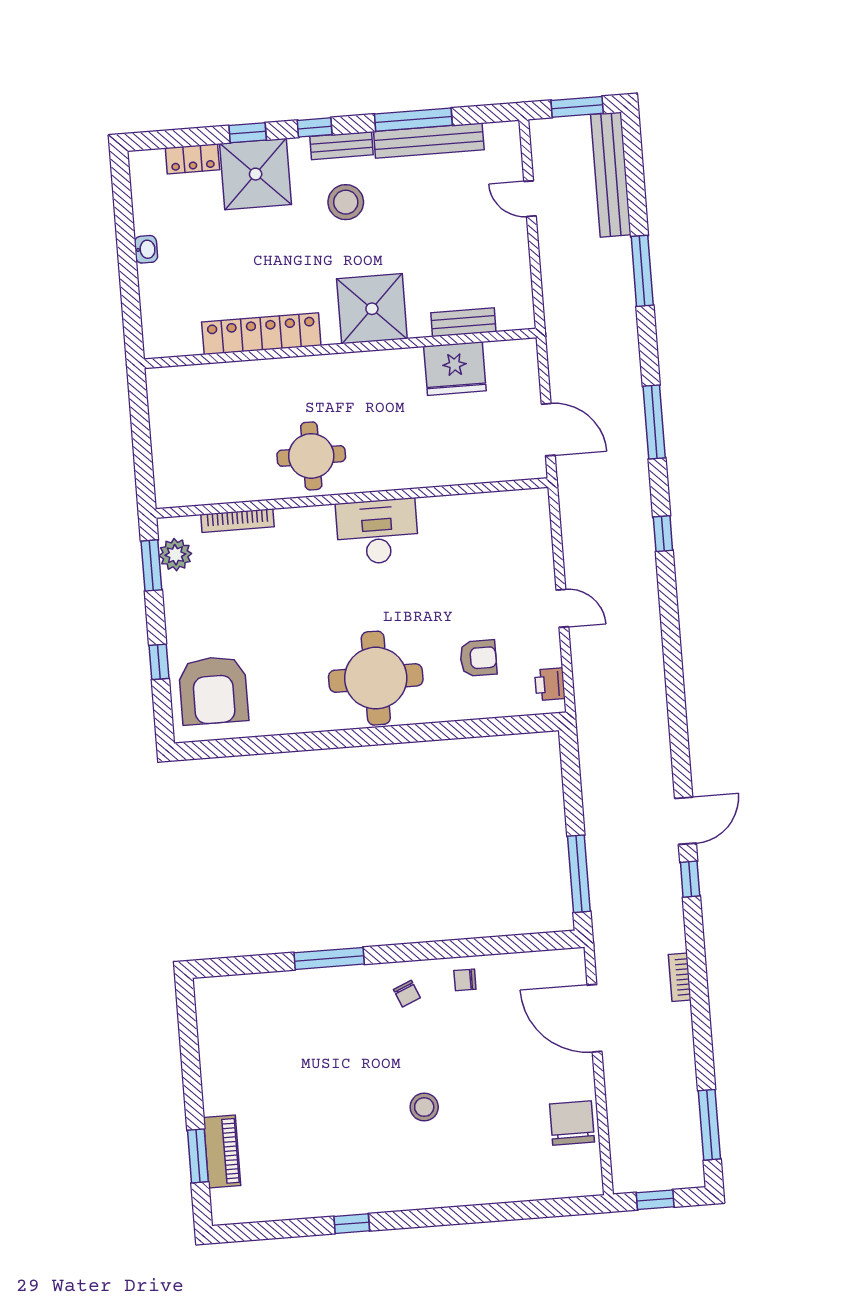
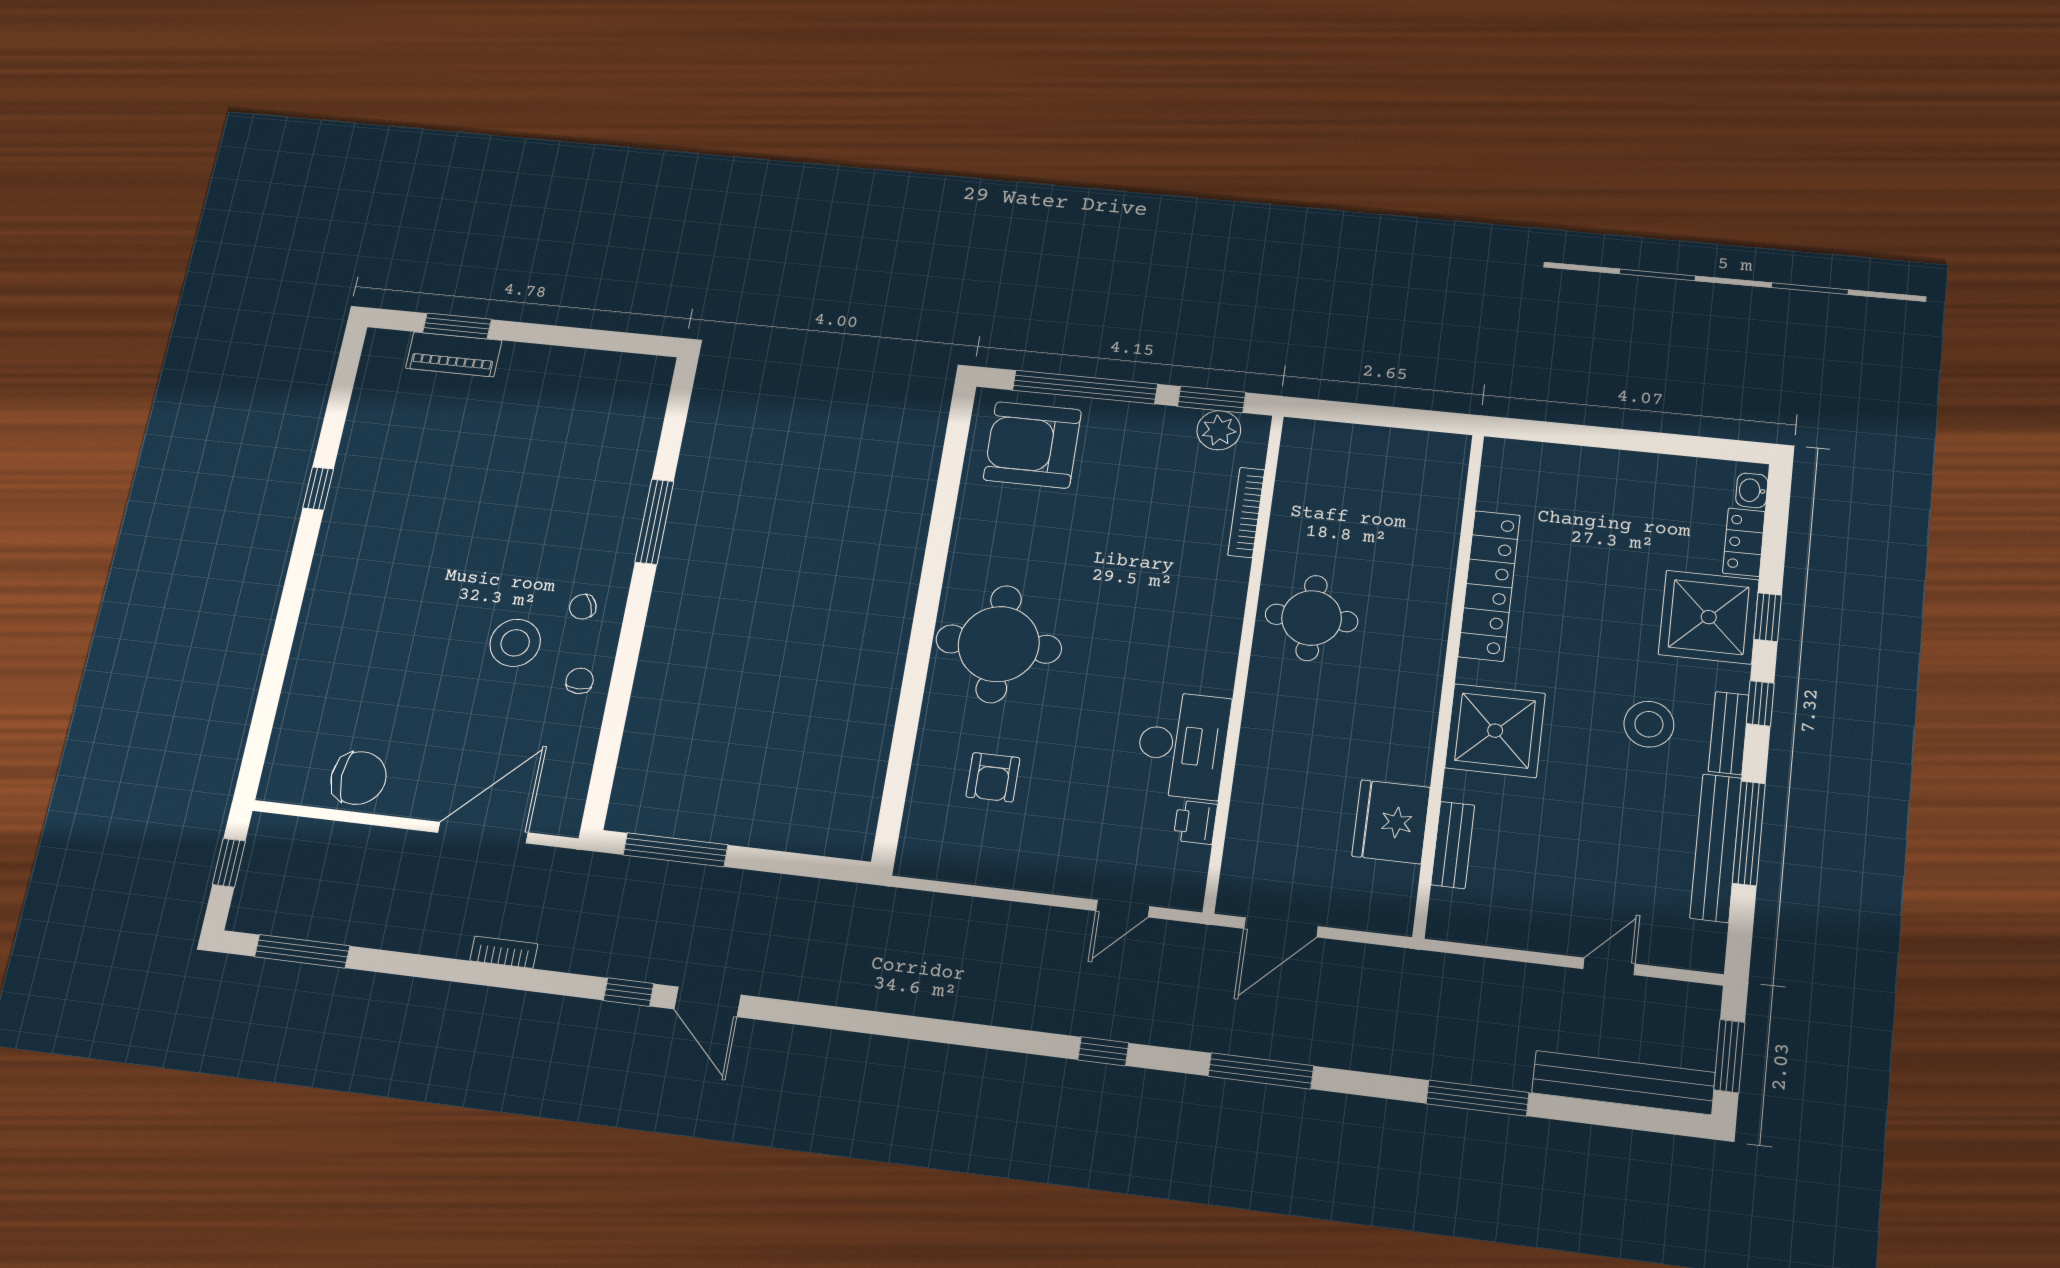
washbasin: (146, 249) -> (1752, 490), moved, turned 90
desk: (377, 532) -> (1183, 745), moved
door: (562, 608) -> (1123, 909), moved
window: (159, 662) -> (1085, 387), width x3.17
printer: (550, 684) -> (1195, 822), moved, turned -90
stool: (424, 1107) -> (515, 643), moved, width x1.38, depth x1.38

